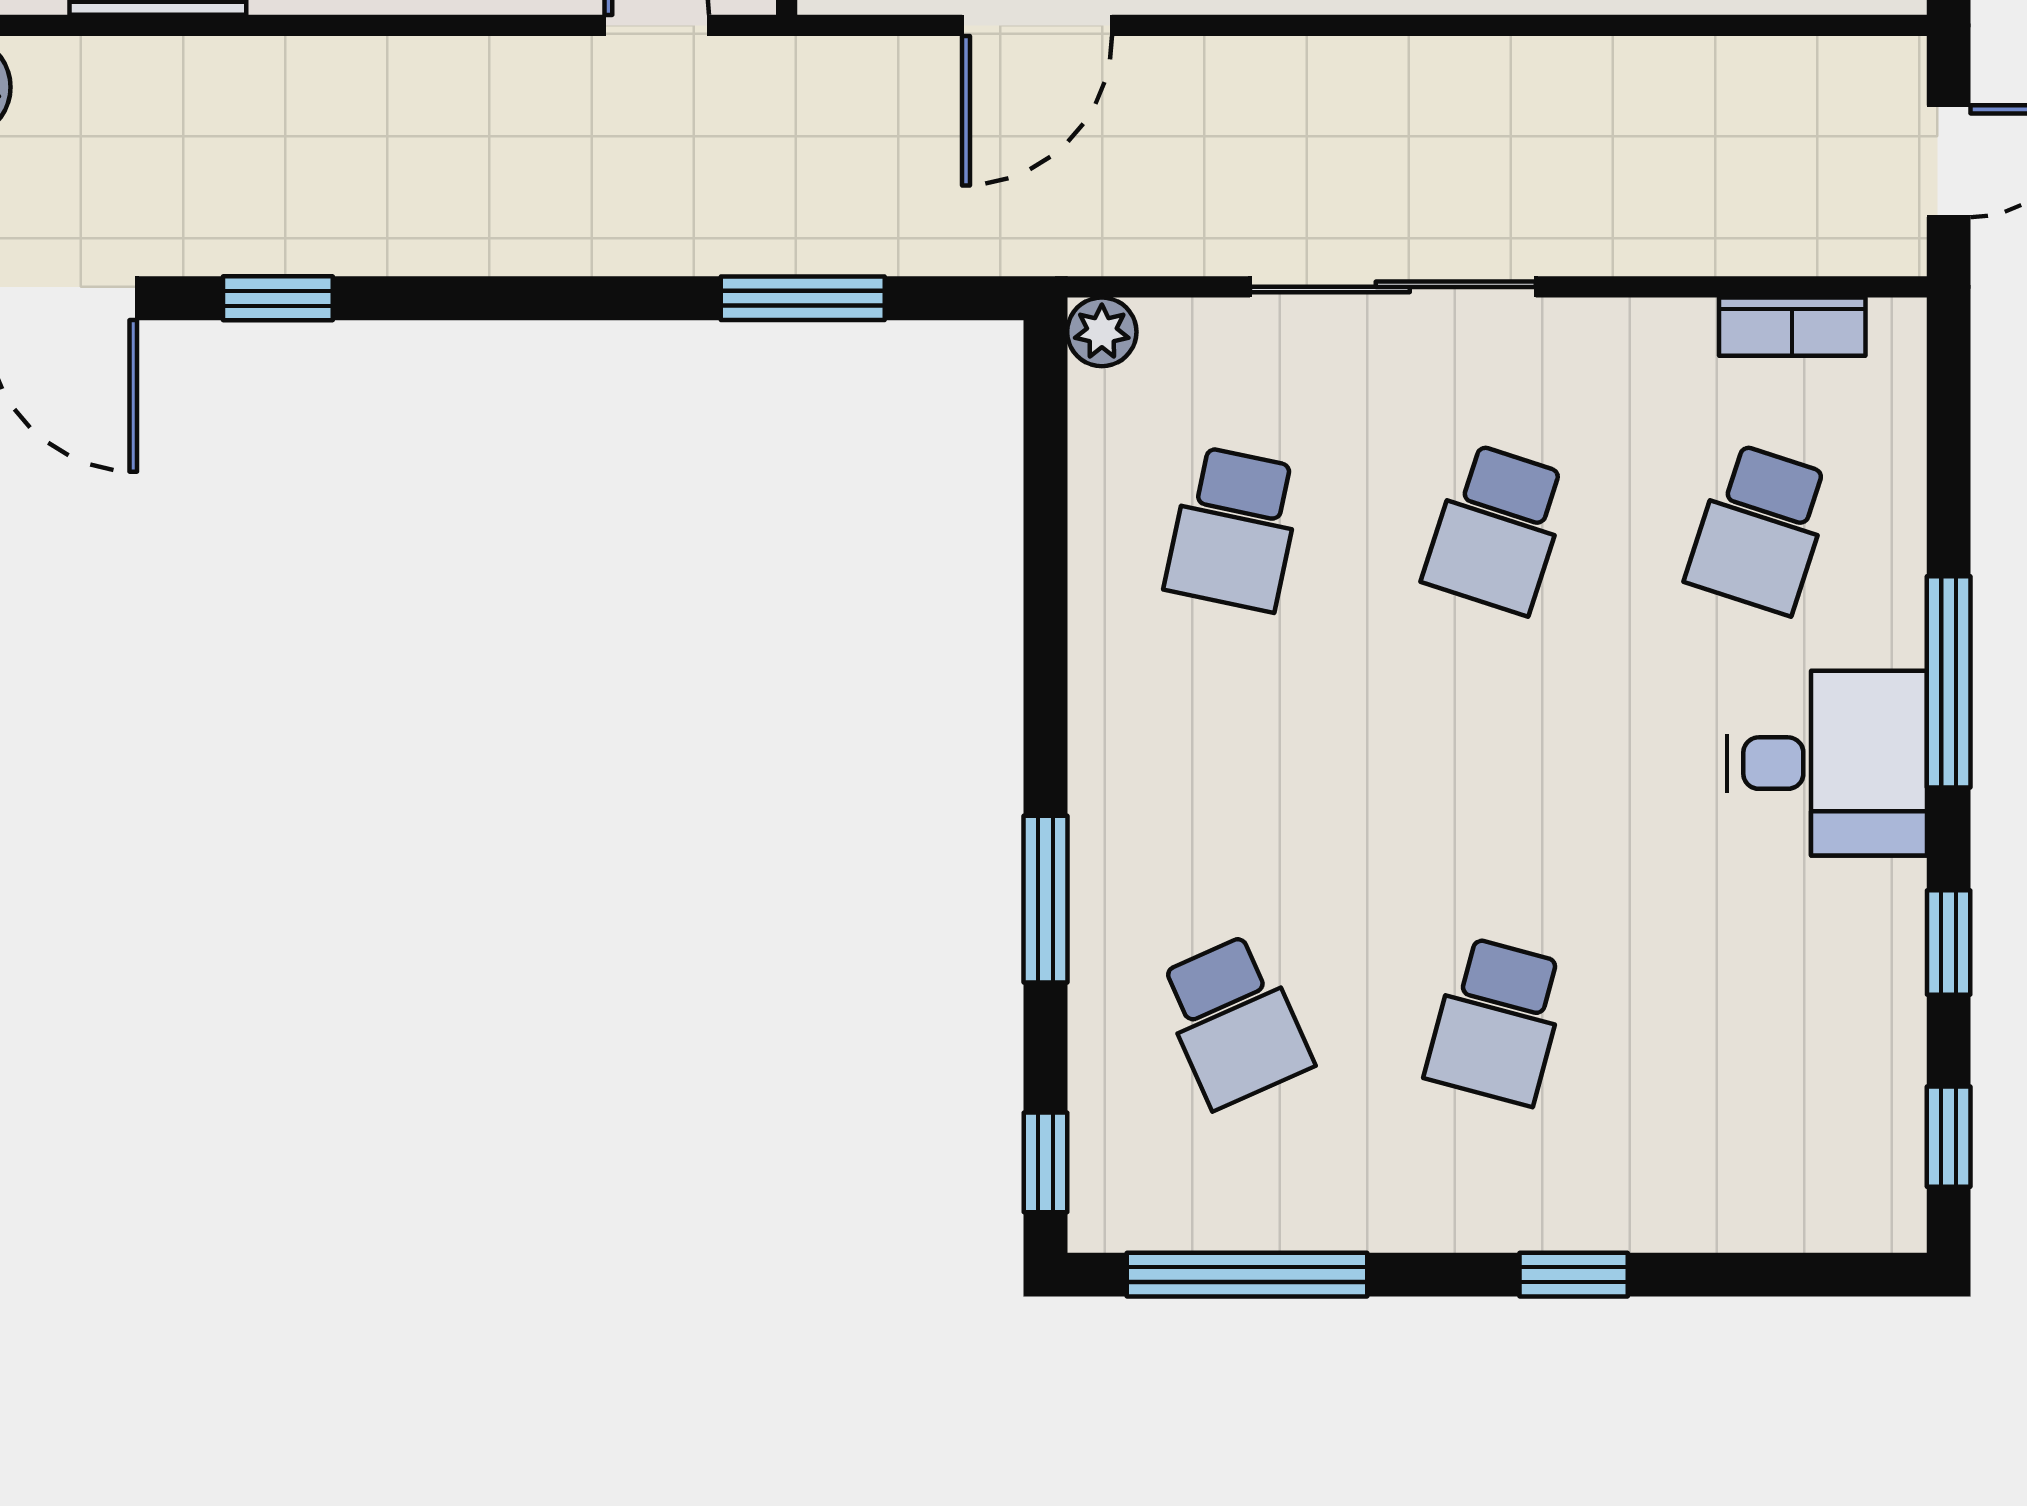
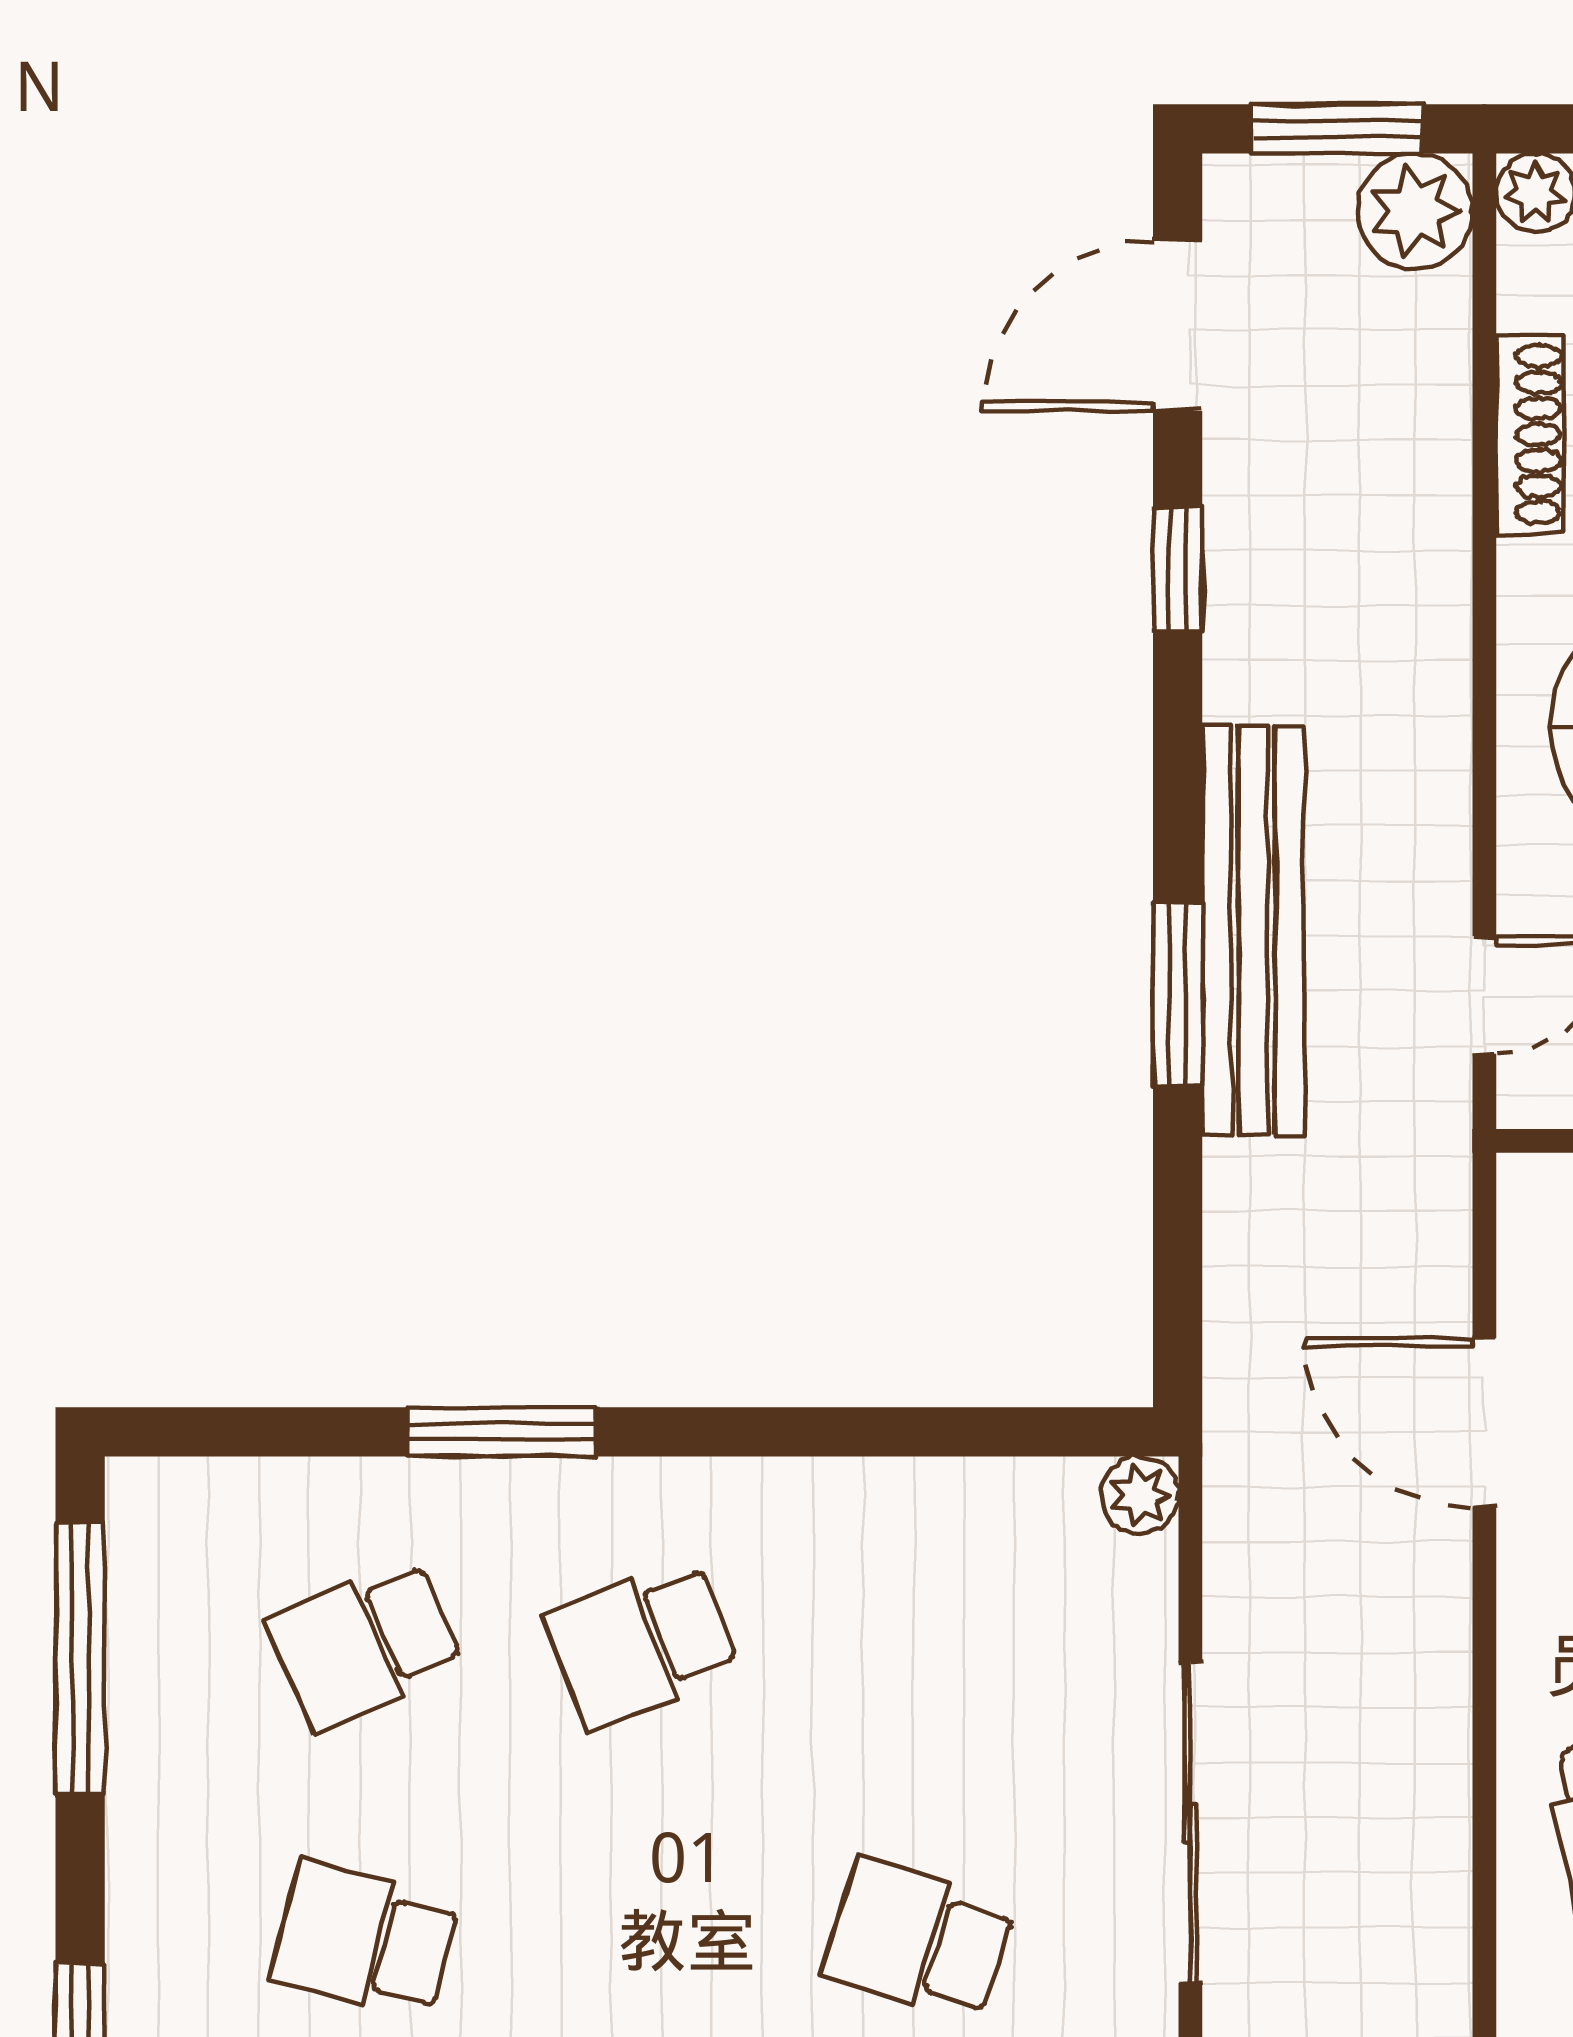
bench: (599, 231) -> (1253, 930), added
window: (803, 298) -> (1178, 995), moved
school desk: (1234, 529) -> (642, 1644), moved, turned -33
window: (1046, 1162) -> (206, 1432), removed

